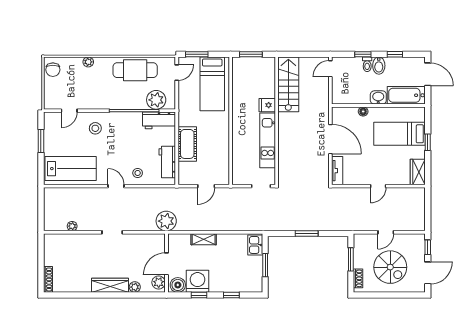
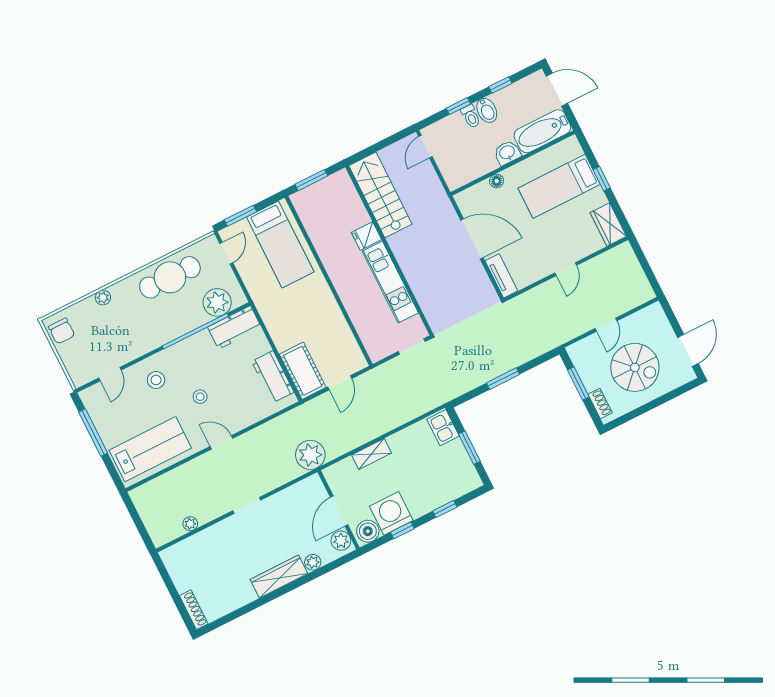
window: (41, 141) -> (93, 433), width x1.44
cot: (187, 144) -> (303, 371), moved
stool: (138, 173) -> (200, 397), moved
window: (428, 247) -> (671, 317), removed

